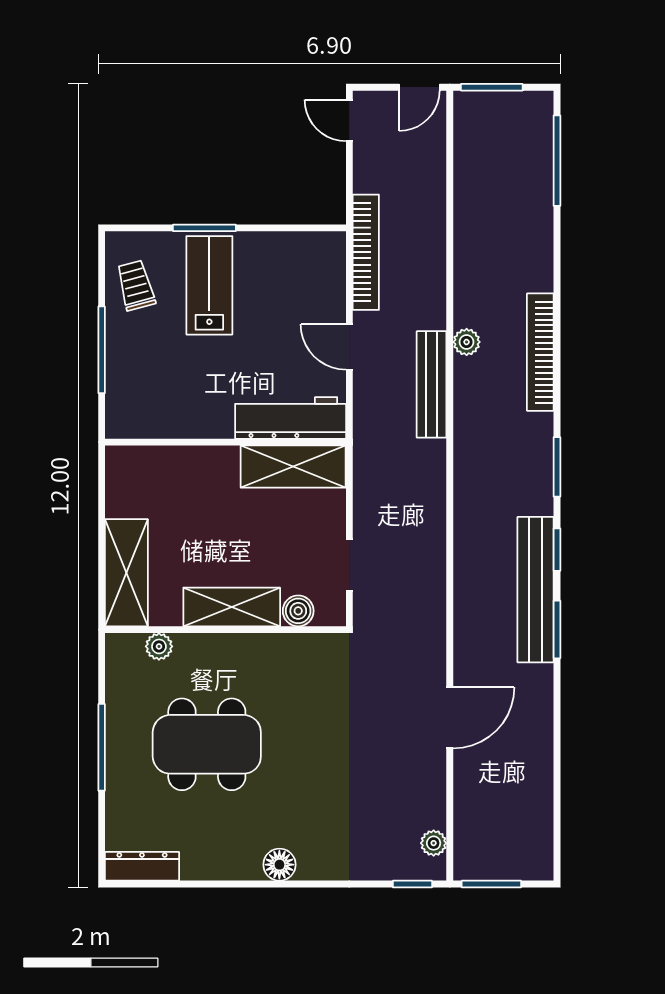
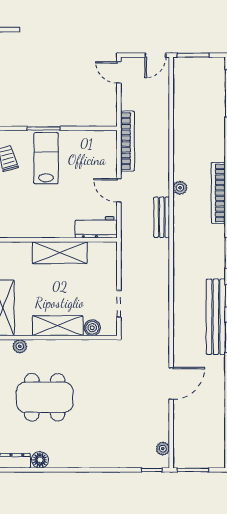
bench: (432, 384) -> (162, 217), width x0.73
workbench: (291, 418) -> (96, 227), width x0.73
shelving: (293, 467) -> (60, 253), moved
floor lamp: (279, 865) -> (40, 460), moved

